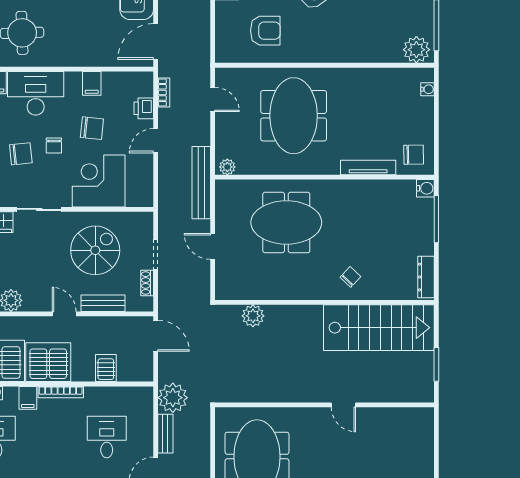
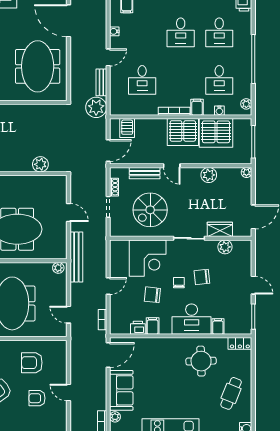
printer: (144, 108) -> (138, 328), moved, turned -90
door: (156, 336) -> (108, 150), swing flipped
server rack: (106, 368) -> (127, 128), moved

